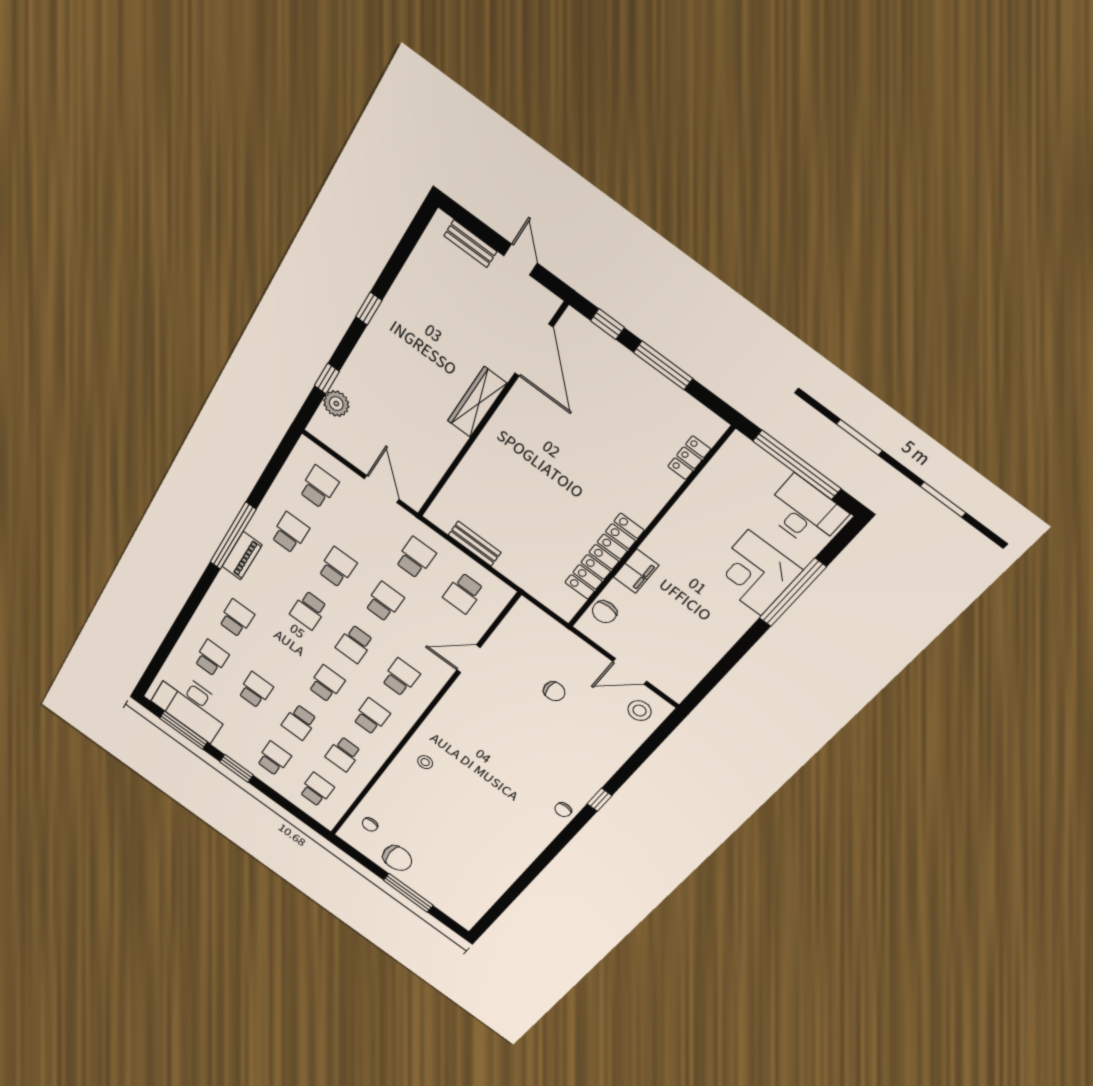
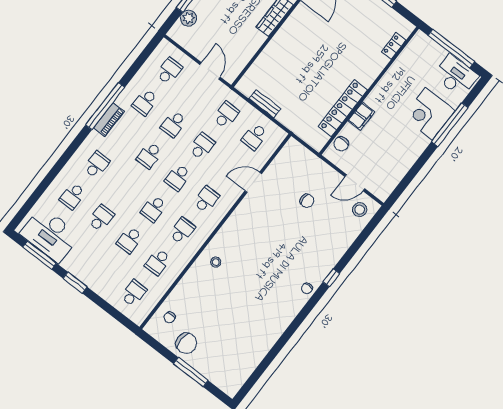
school desk: (290, 533) -> (145, 102), turned 180
school desk: (337, 567) -> (174, 124), turned 180
school desk: (211, 658) -> (73, 196), turned 180
school desk: (326, 684) -> (154, 209), turned 180
school desk: (274, 759) -> (105, 271), removed

